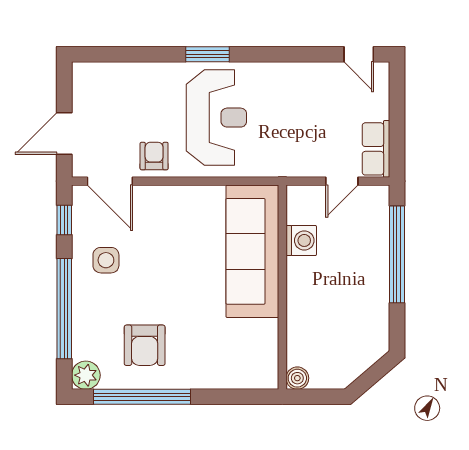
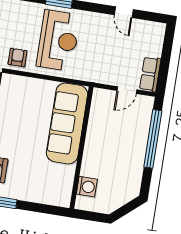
door: (359, 54) -> (124, 12), moved
washing machine: (301, 240) -> (87, 187), moved
boiler: (297, 378) -> (82, 203), removed

